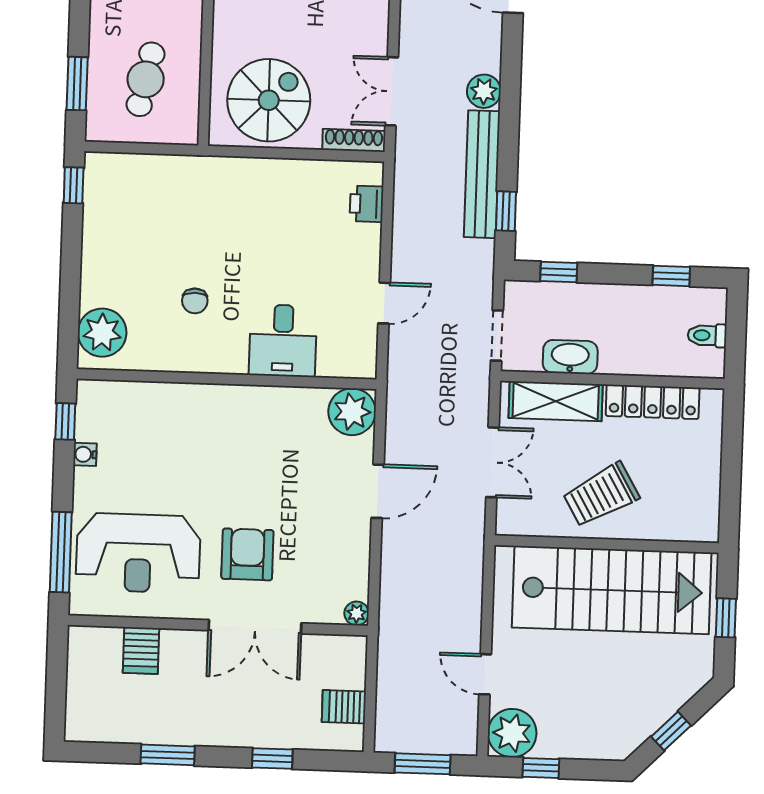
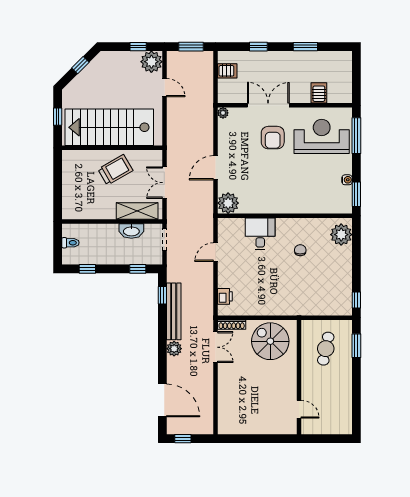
spiral stairs: (269, 100) -> (270, 341), turned 90
locker: (653, 402) -> (94, 212), removed
window: (65, 421) -> (356, 194), width x1.50

